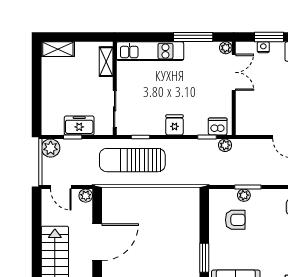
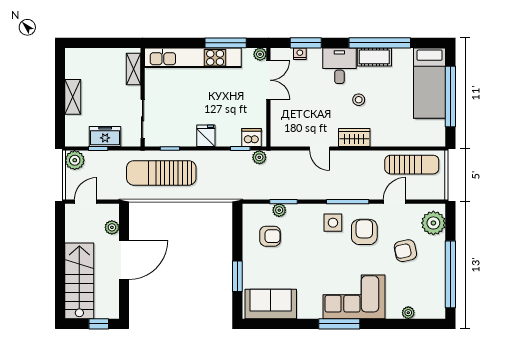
shelving: (58, 49) -> (73, 97), moved, turned 90
kitchen unit: (150, 51) -> (193, 58), width x1.36
door: (61, 187) -> (86, 202), swing flipped
plant: (86, 196) -> (112, 227), moved

